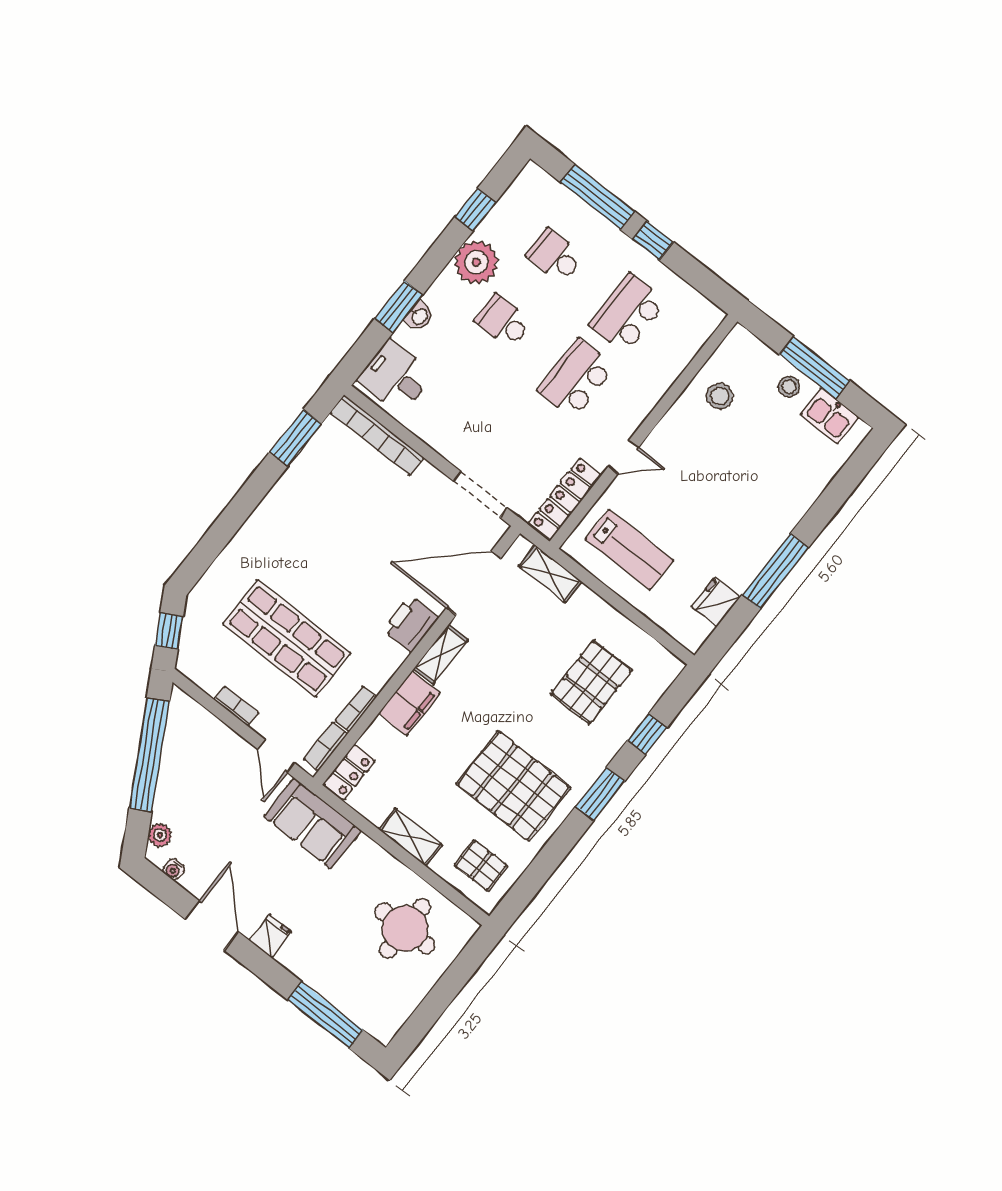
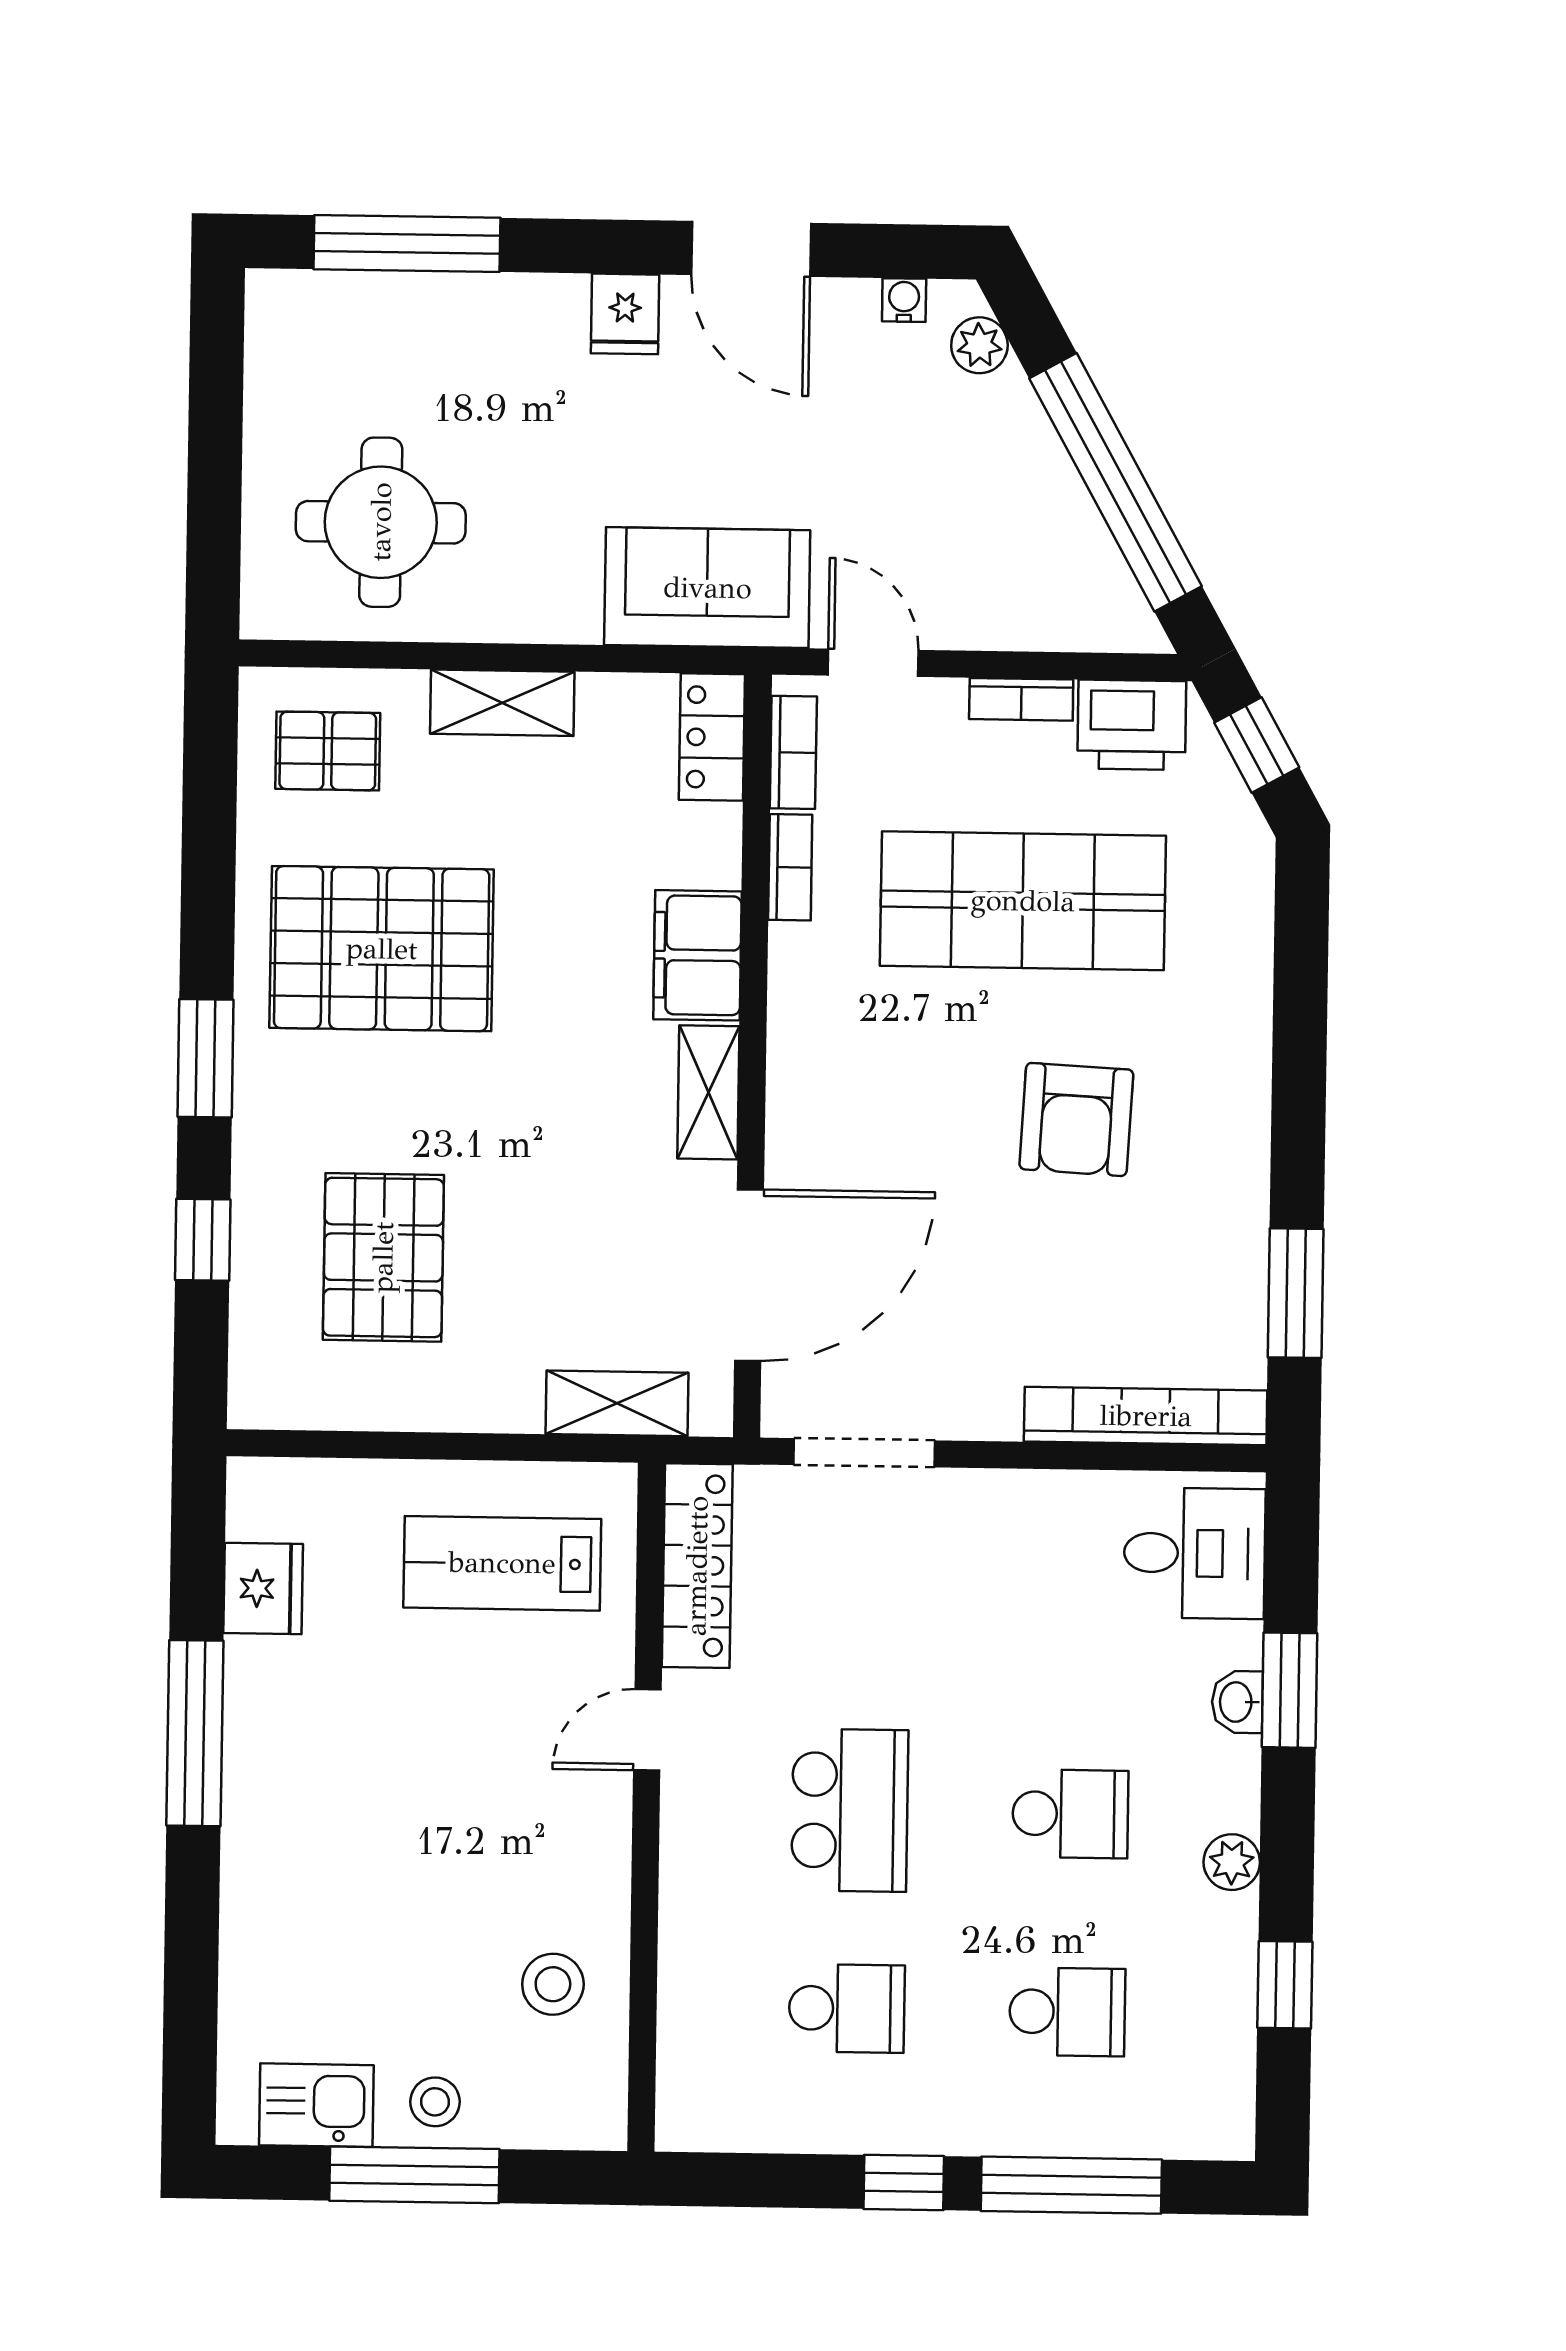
plant: (476, 262) -> (1232, 1862), width x0.53, depth x0.53
school desk: (628, 313) -> (847, 2008), width x0.54
armchair: (325, 552) -> (1076, 1119), added
printer: (411, 624) -> (1132, 725), moved, turned 90

